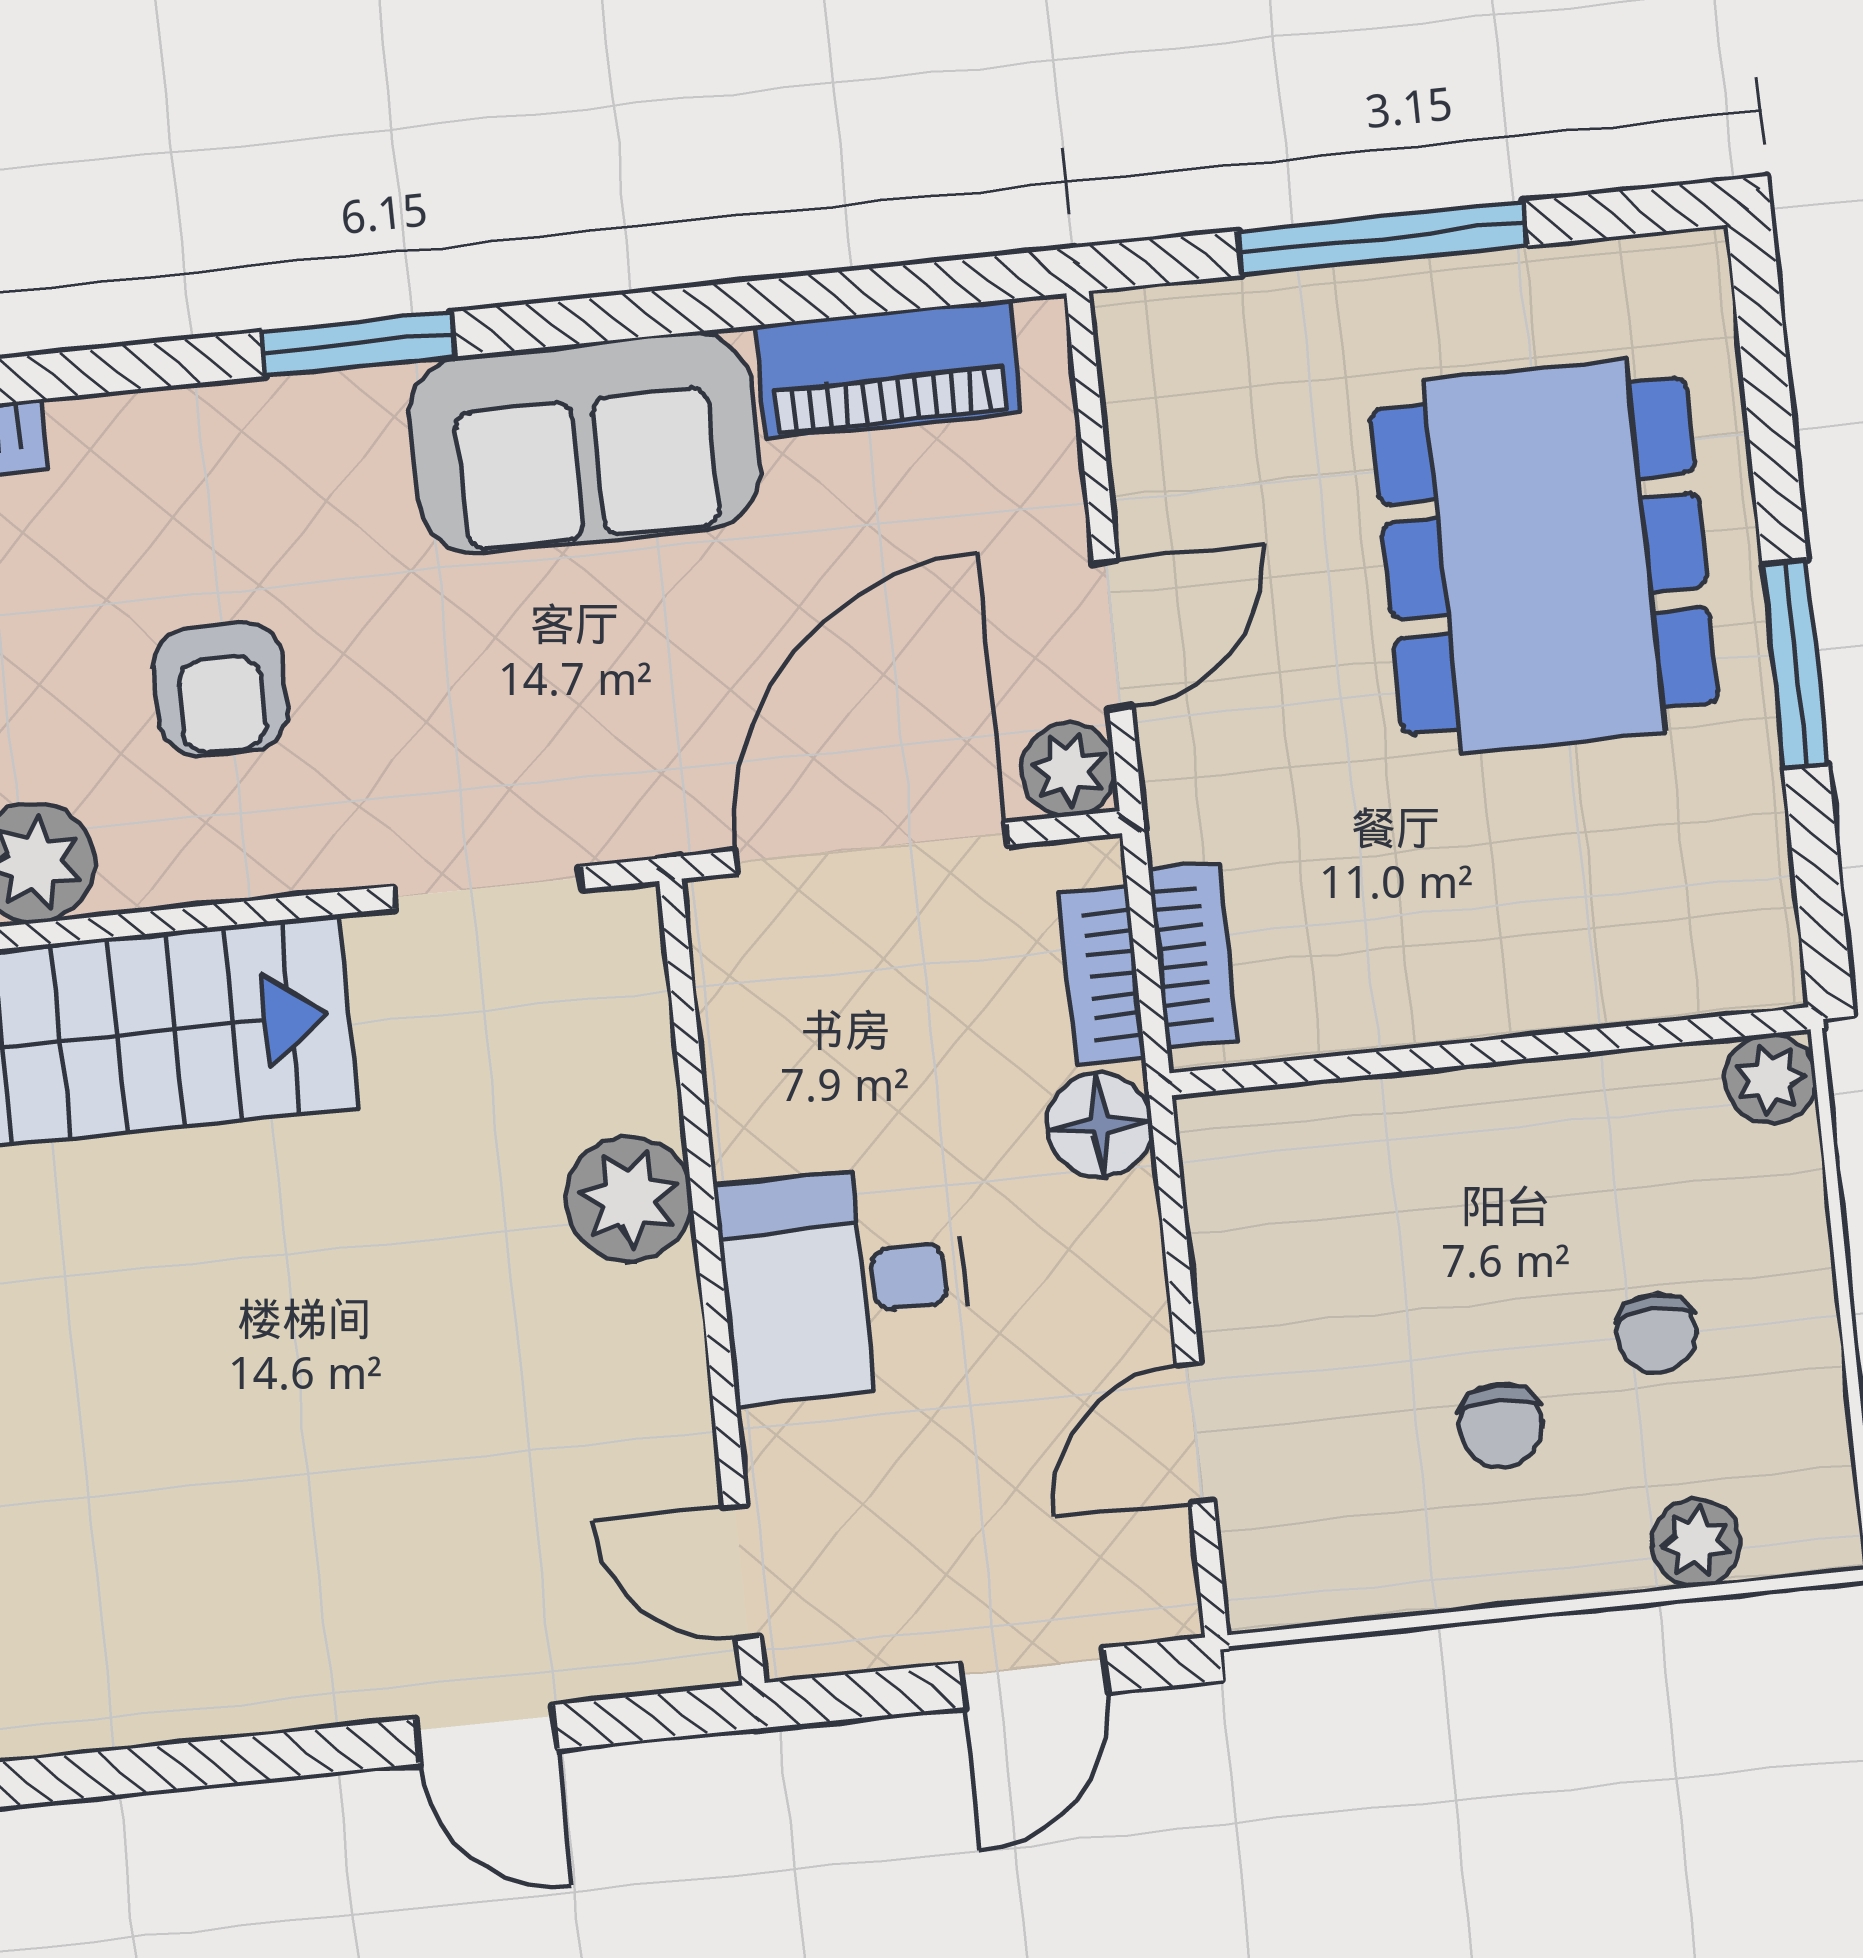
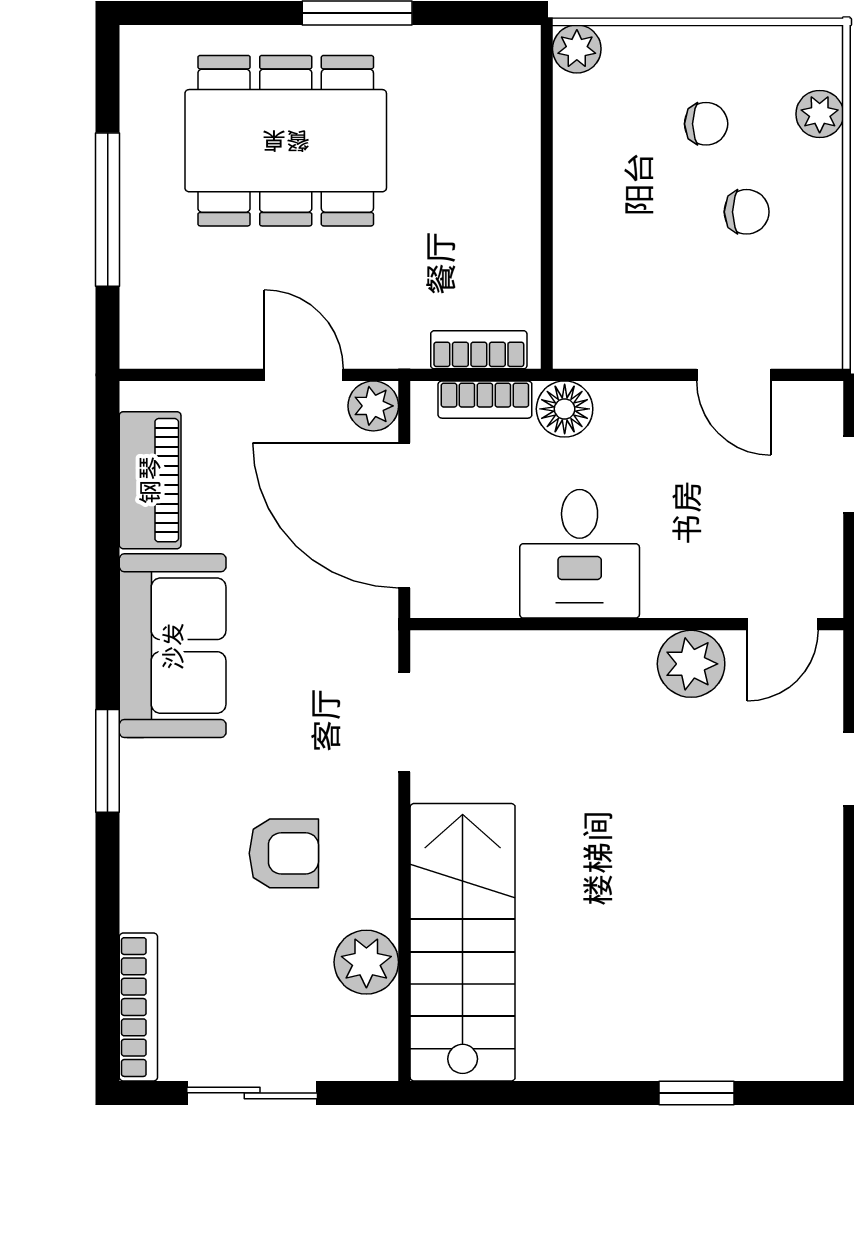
plant: (629, 1199) -> (691, 664), moved
desk: (844, 1284) -> (580, 554), moved

